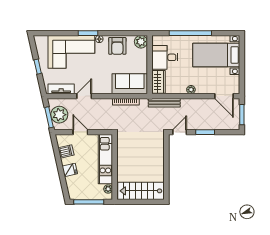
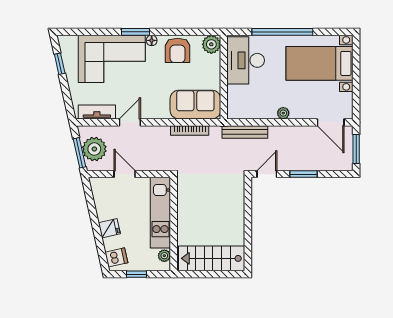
desk: (165, 57) -> (246, 60), width x1.37
window: (38, 67) -> (60, 64), moved
wardrobe: (158, 82) -> (237, 102), removed
dishwasher: (66, 151) -> (116, 257), moved
window: (89, 202) -> (137, 274), width x0.46

